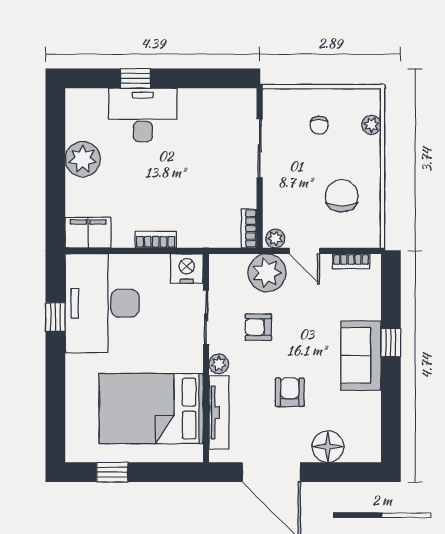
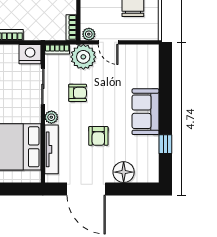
bookcase: (351, 261) -> (57, 49), moved
armchair: (258, 327) -> (78, 93), turned 180
window: (391, 343) -> (165, 144), moved
armchair: (290, 392) -> (98, 136), turned 180

